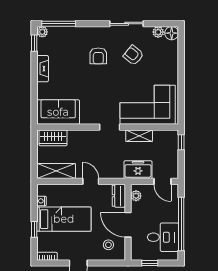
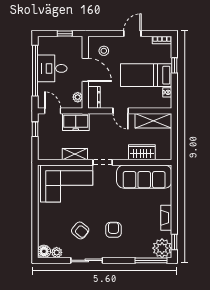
plant: (42, 32) -> (162, 248), width x1.87, depth x1.87
sofa: (58, 112) -> (144, 177), width x1.36
wardrobe: (53, 138) -> (142, 152), moved
window: (181, 142) -> (35, 129), moved
desk: (163, 237) -> (52, 68), moved

